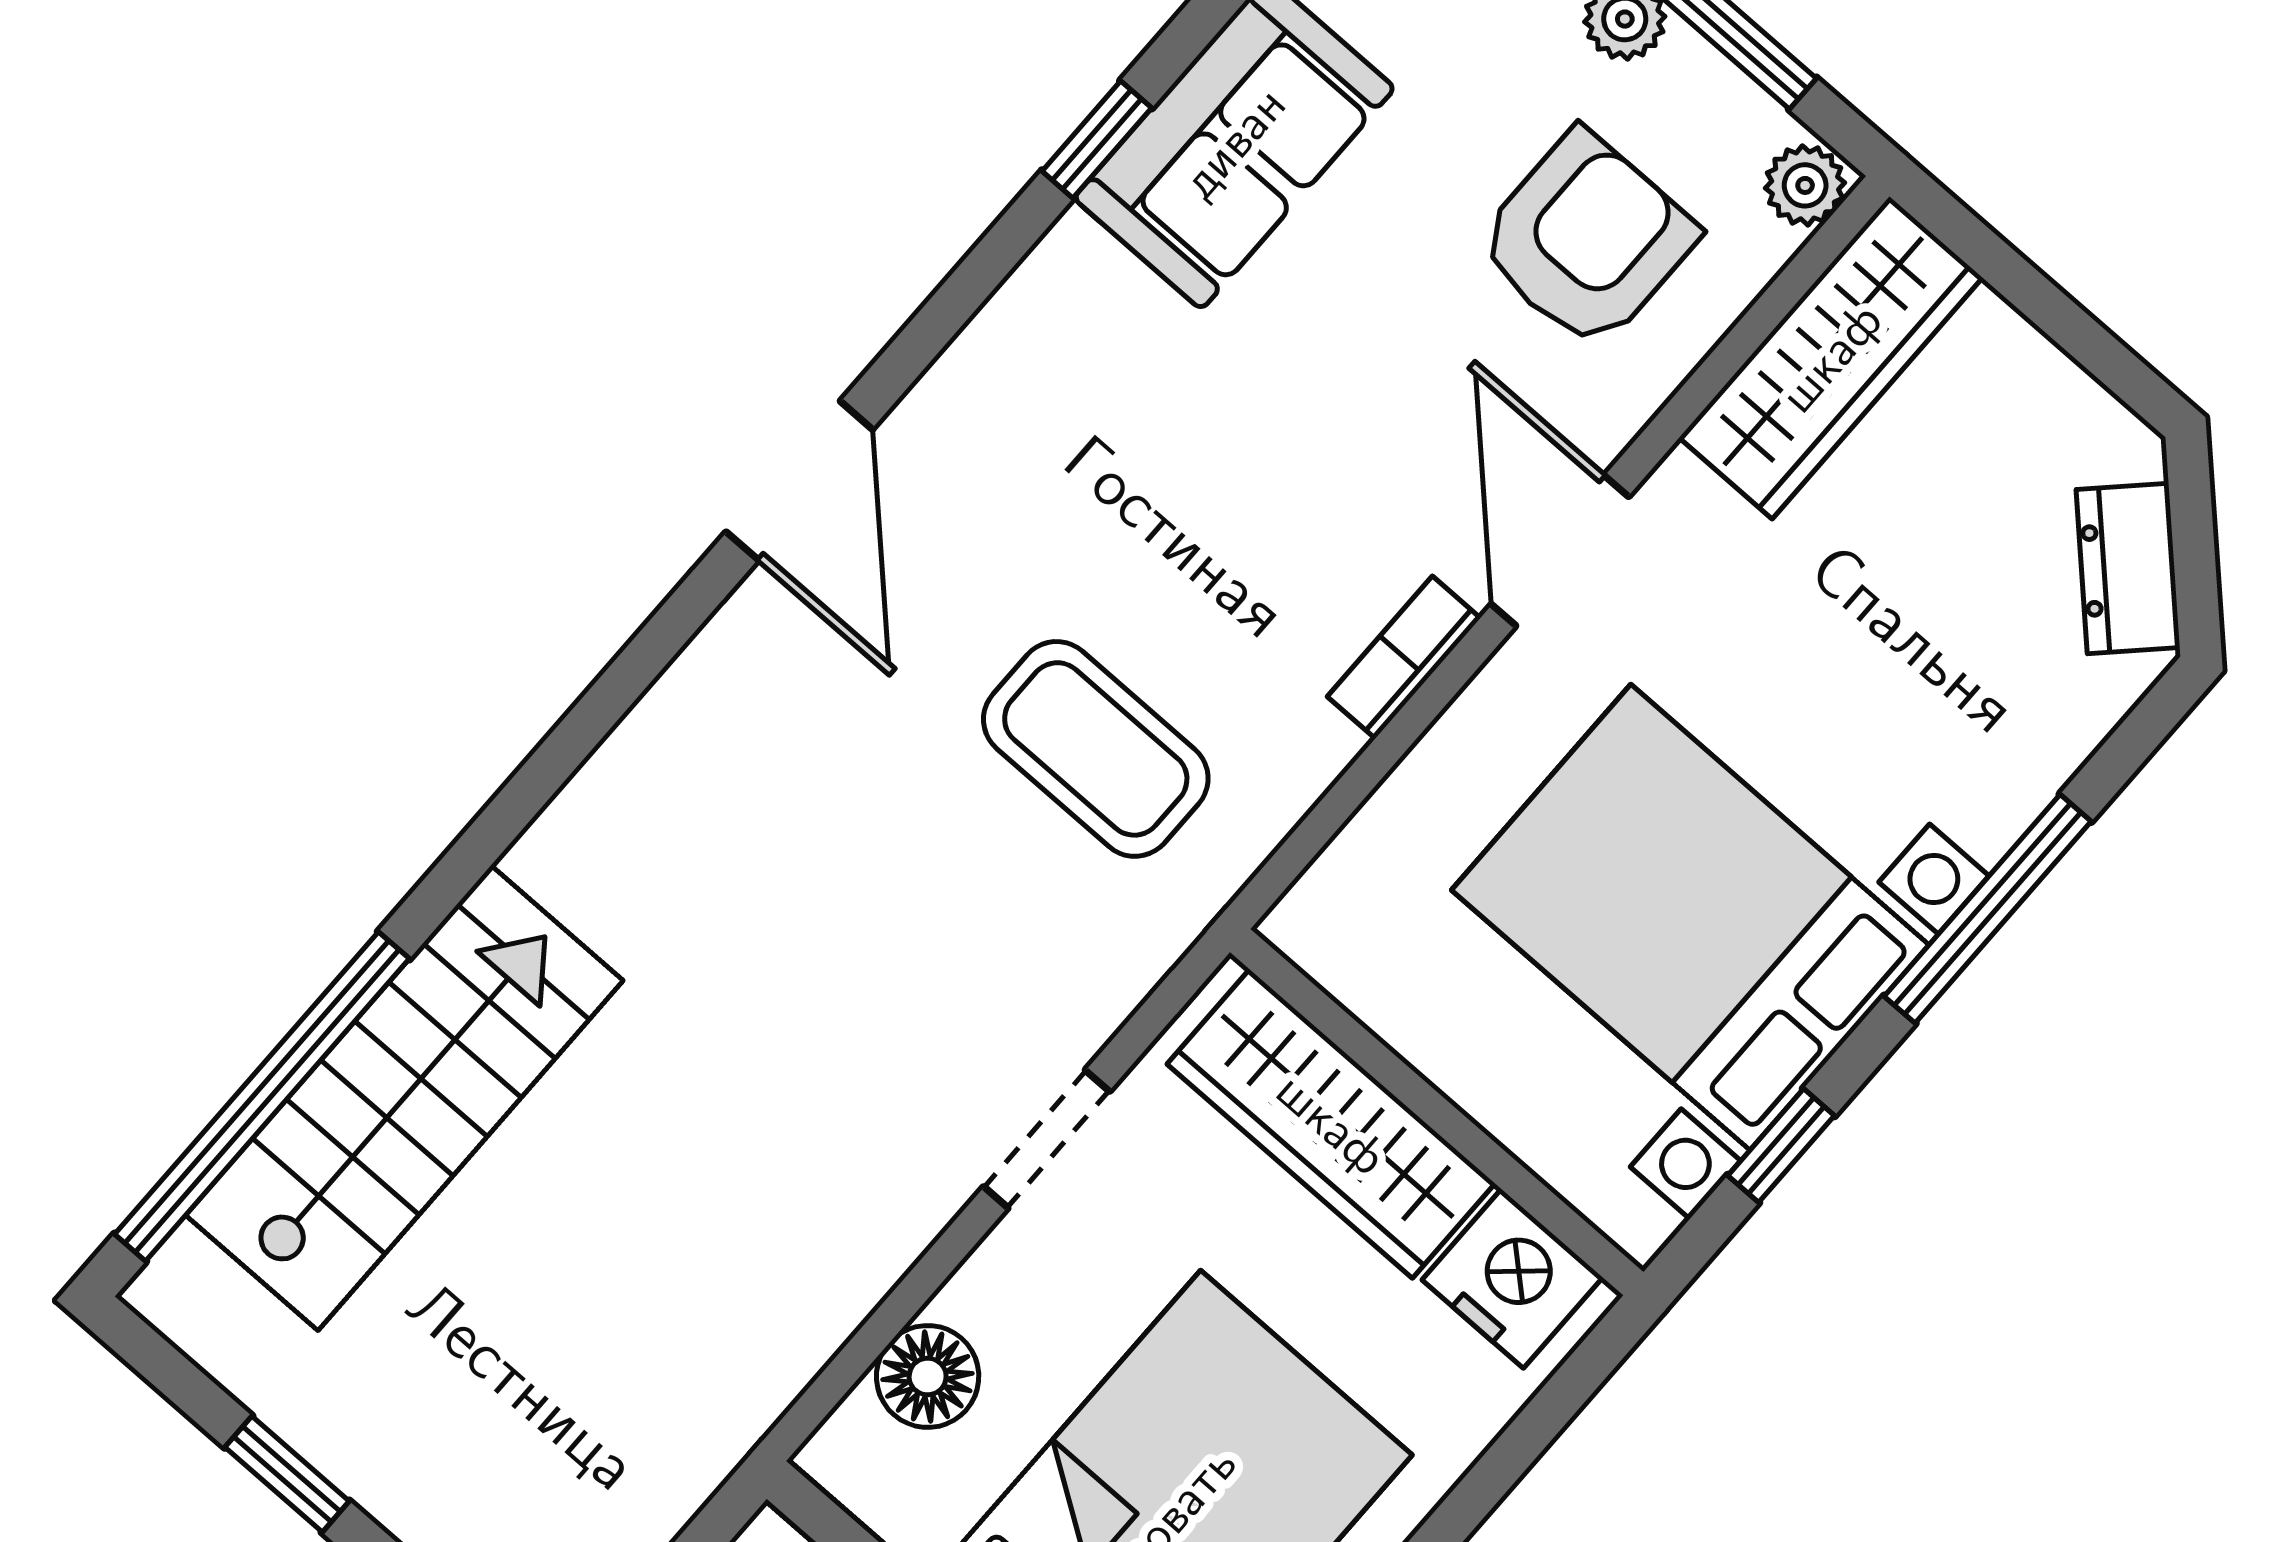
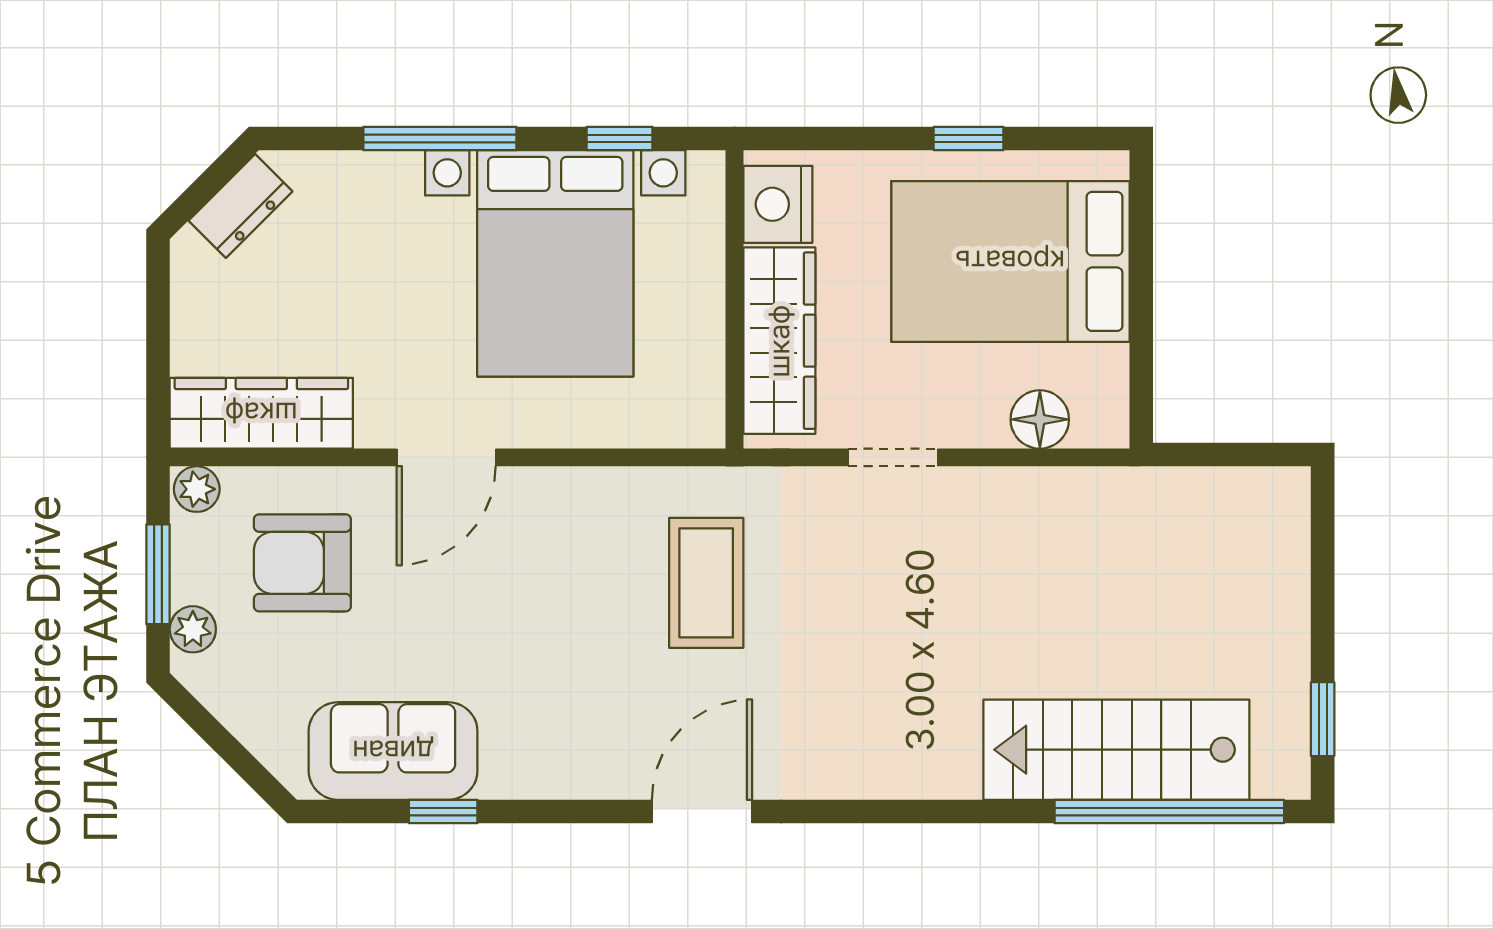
bookcase: (1404, 657) -> (551, 485), removed
window: (287, 1474) -> (1323, 719), moved

